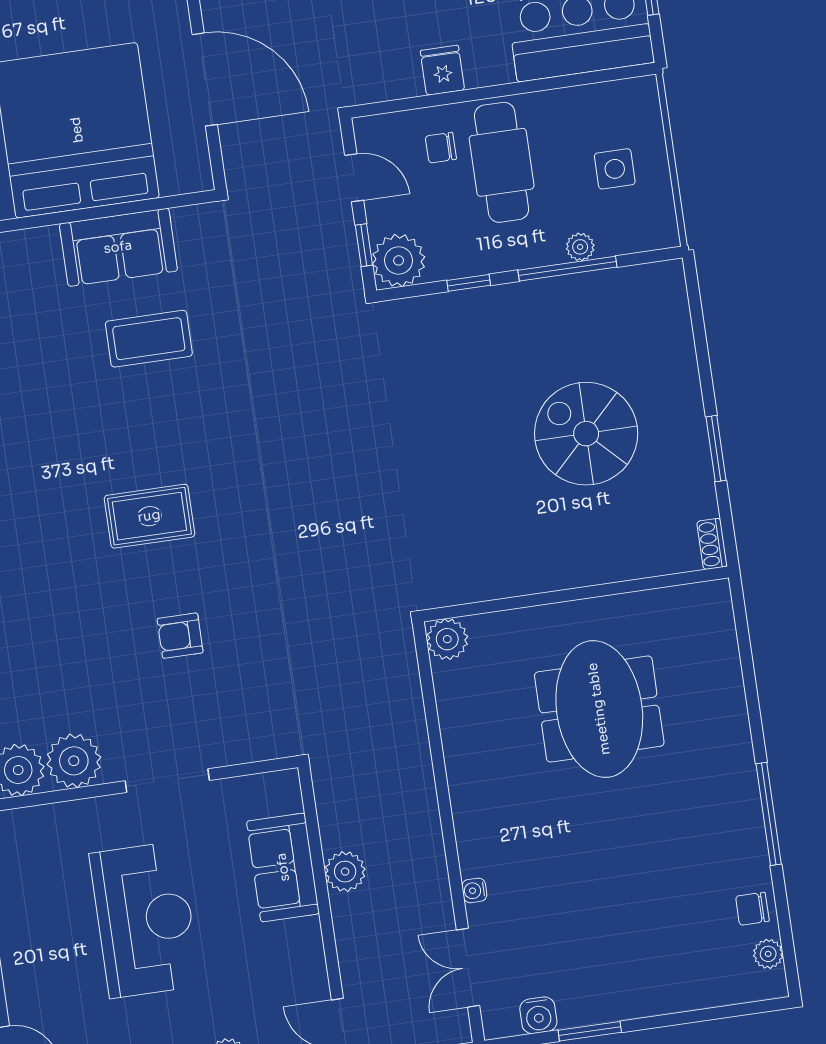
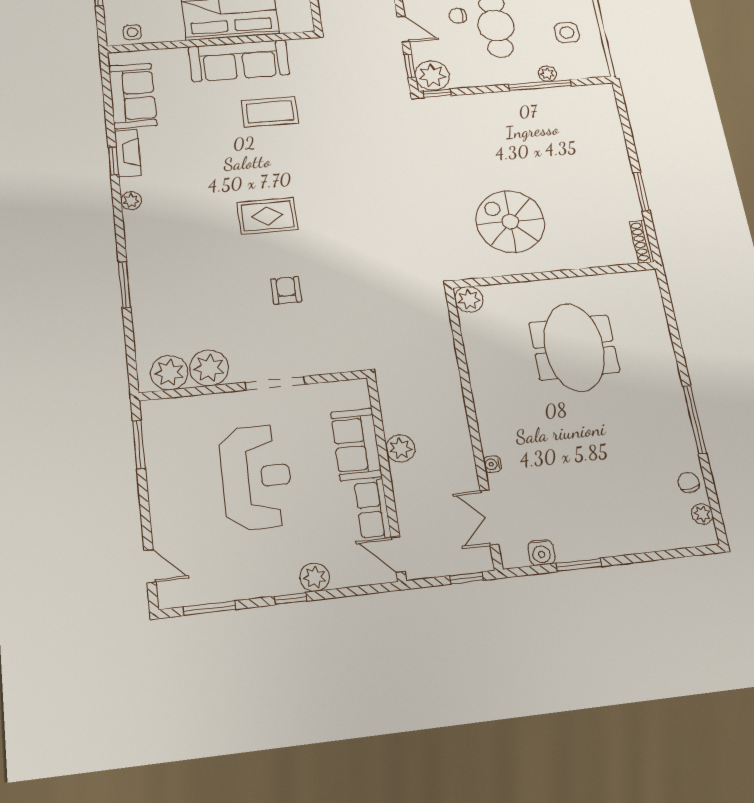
sofa: (118, 247) -> (239, 61), width x1.36
window: (469, 283) -> (437, 93), moved
spiral stairs: (586, 434) -> (510, 222), moved
shoe rack: (712, 544) -> (642, 242), width x1.43
armchair: (180, 636) -> (286, 290), turned 90
chair: (752, 909) -> (689, 483), turned 80
row of seats: (306, 961) -> (373, 509), added

